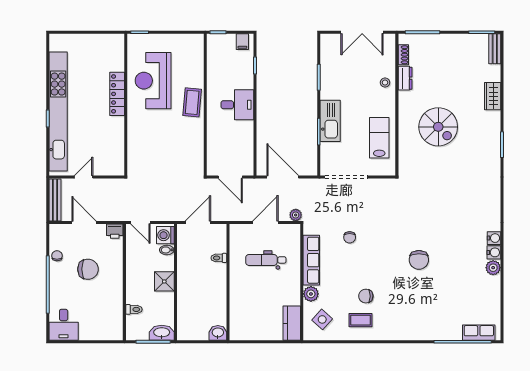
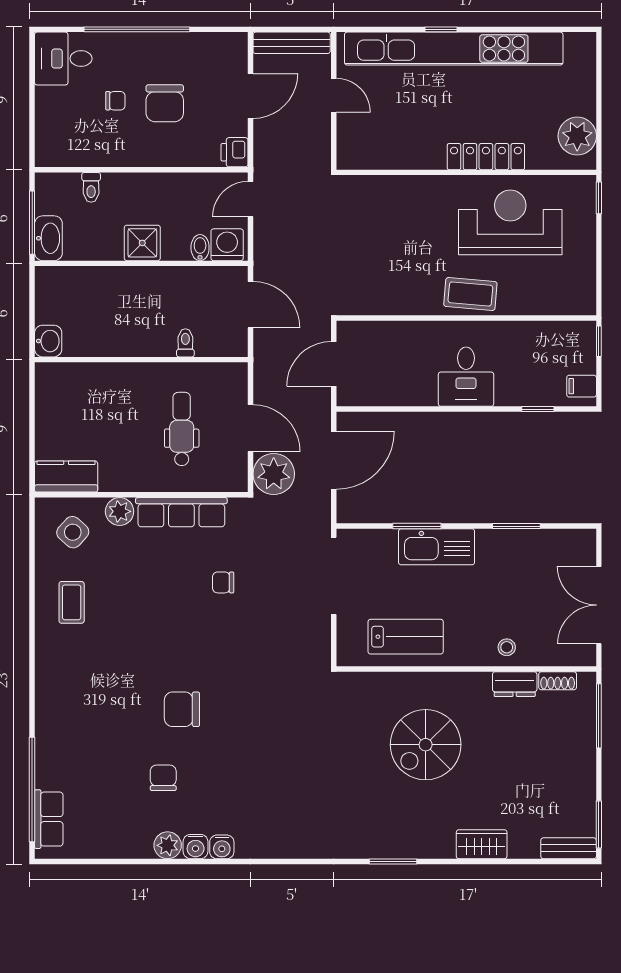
plant: (106, 44) -> (577, 136), added
plant: (296, 215) -> (274, 474), width x1.88, depth x1.88
chair: (57, 256) -> (115, 101), moved
chair: (366, 296) -> (163, 778), moved

